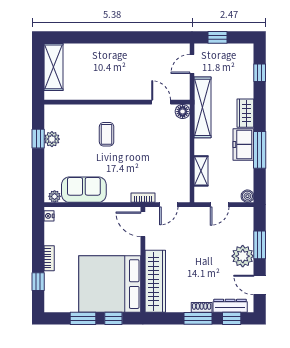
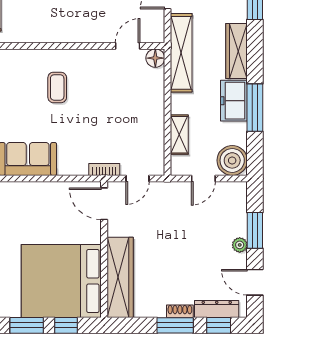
door: (161, 102) -> (128, 46), hinge flipped
wardrobe: (245, 113) -> (237, 51), width x1.50
boiler: (247, 196) -> (232, 160), width x1.86, depth x1.86
plant: (243, 256) -> (240, 245), width x0.53, depth x0.53

